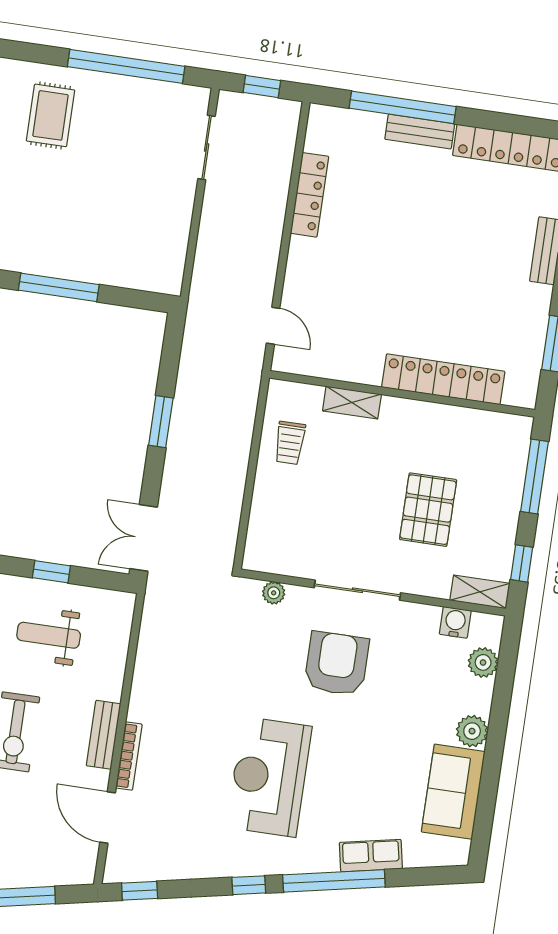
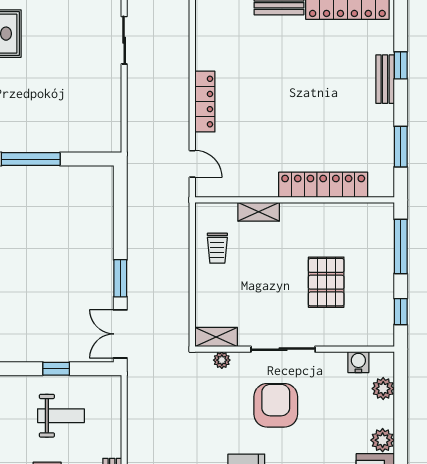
locker: (310, 195) -> (205, 102), moved
window: (161, 422) -> (120, 278), moved
shelving: (480, 592) -> (216, 337), moved
weight bench: (49, 635) -> (61, 416), turned 180

